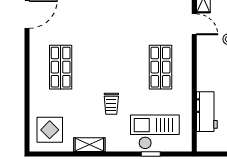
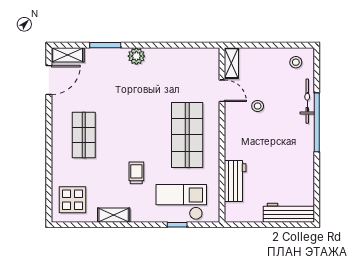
shop shelf: (160, 67) -> (187, 135), width x1.43, depth x1.36
trolley: (111, 104) -> (136, 173), turned 180

